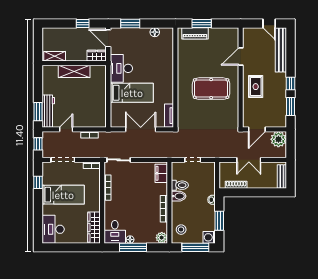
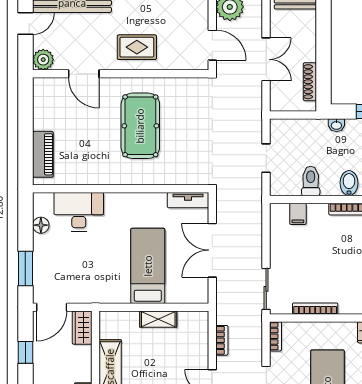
window: (202, 23) -> (25, 143), removed
plant: (249, 33) -> (43, 60), added
desk: (121, 68) -> (79, 212), moved, turned 180
shelving: (102, 99) -> (158, 319), added
filing cabinet: (161, 173) -> (298, 214), width x0.50
bidet: (179, 196) -> (349, 183), moved

